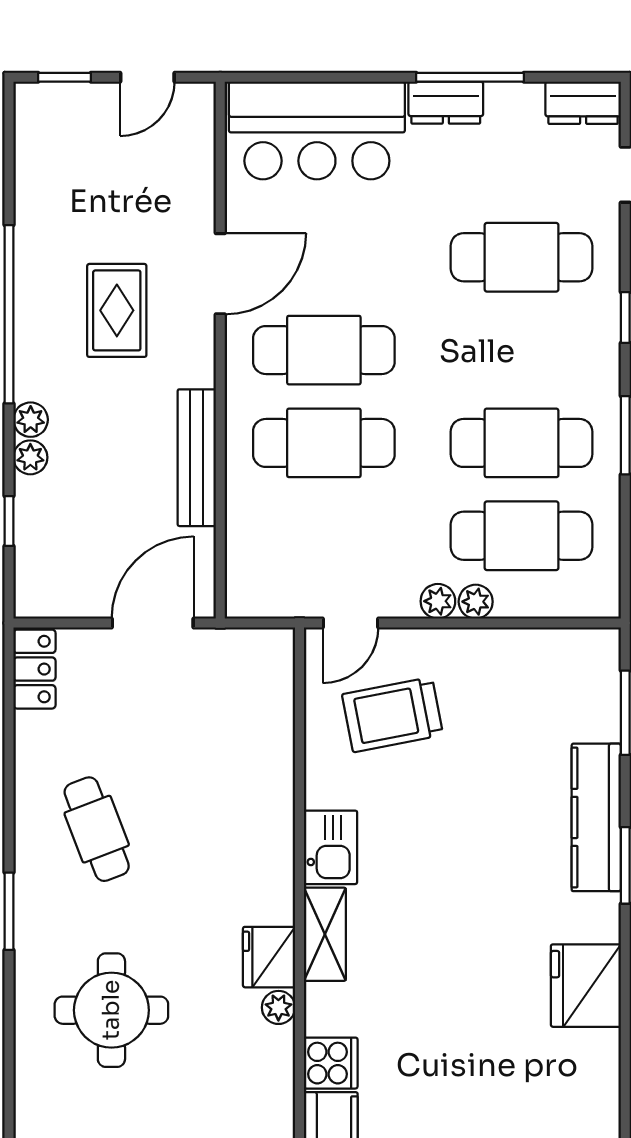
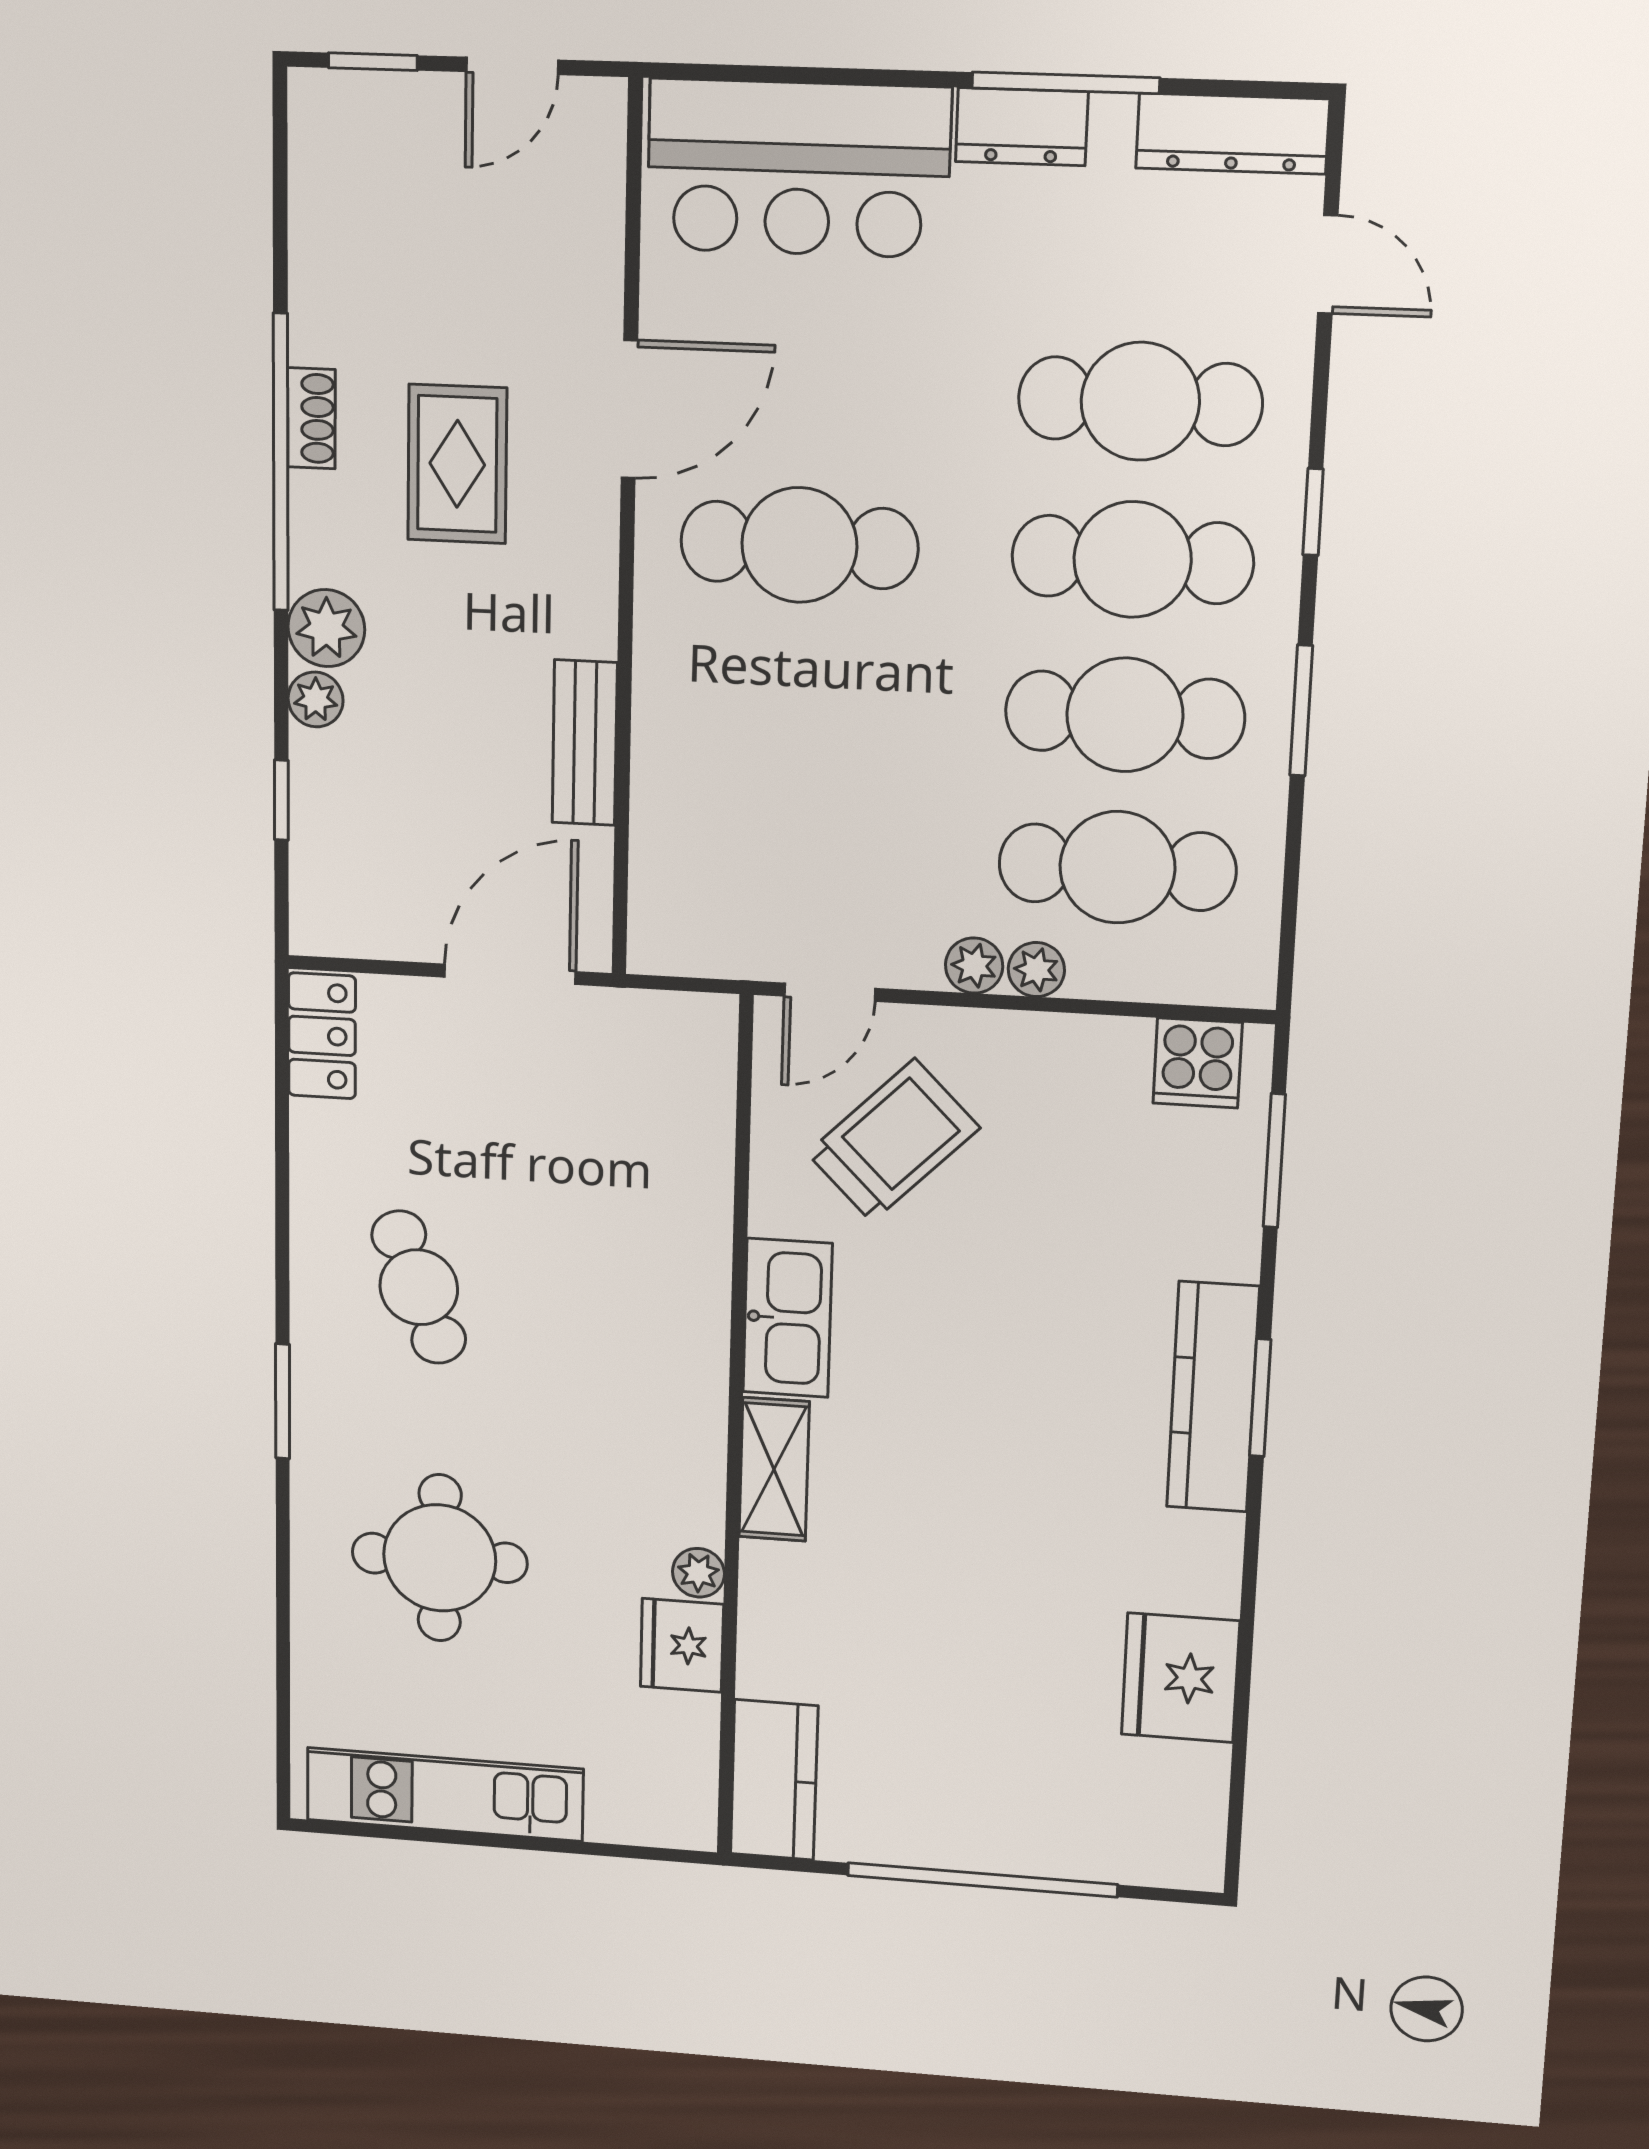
dresser: (583, 103) -> (1232, 134), width x1.44
shoe rack: (28, 287) -> (311, 418), added
plant: (31, 420) -> (326, 628), width x1.38, depth x1.38
cafe table: (324, 443) -> (1133, 560), moved
bench: (197, 458) -> (585, 743), width x0.73
trolley: (393, 715) -> (893, 1141), turned 146
kitchen counter: (596, 817) -> (1213, 1397), moved
kitchen sink: (331, 847) -> (787, 1318), width x1.38
fridge: (269, 957) -> (682, 1645), moved
fridge: (586, 986) -> (1180, 1678), moved
cooker: (331, 1063) -> (1198, 1063), moved, turned 90

